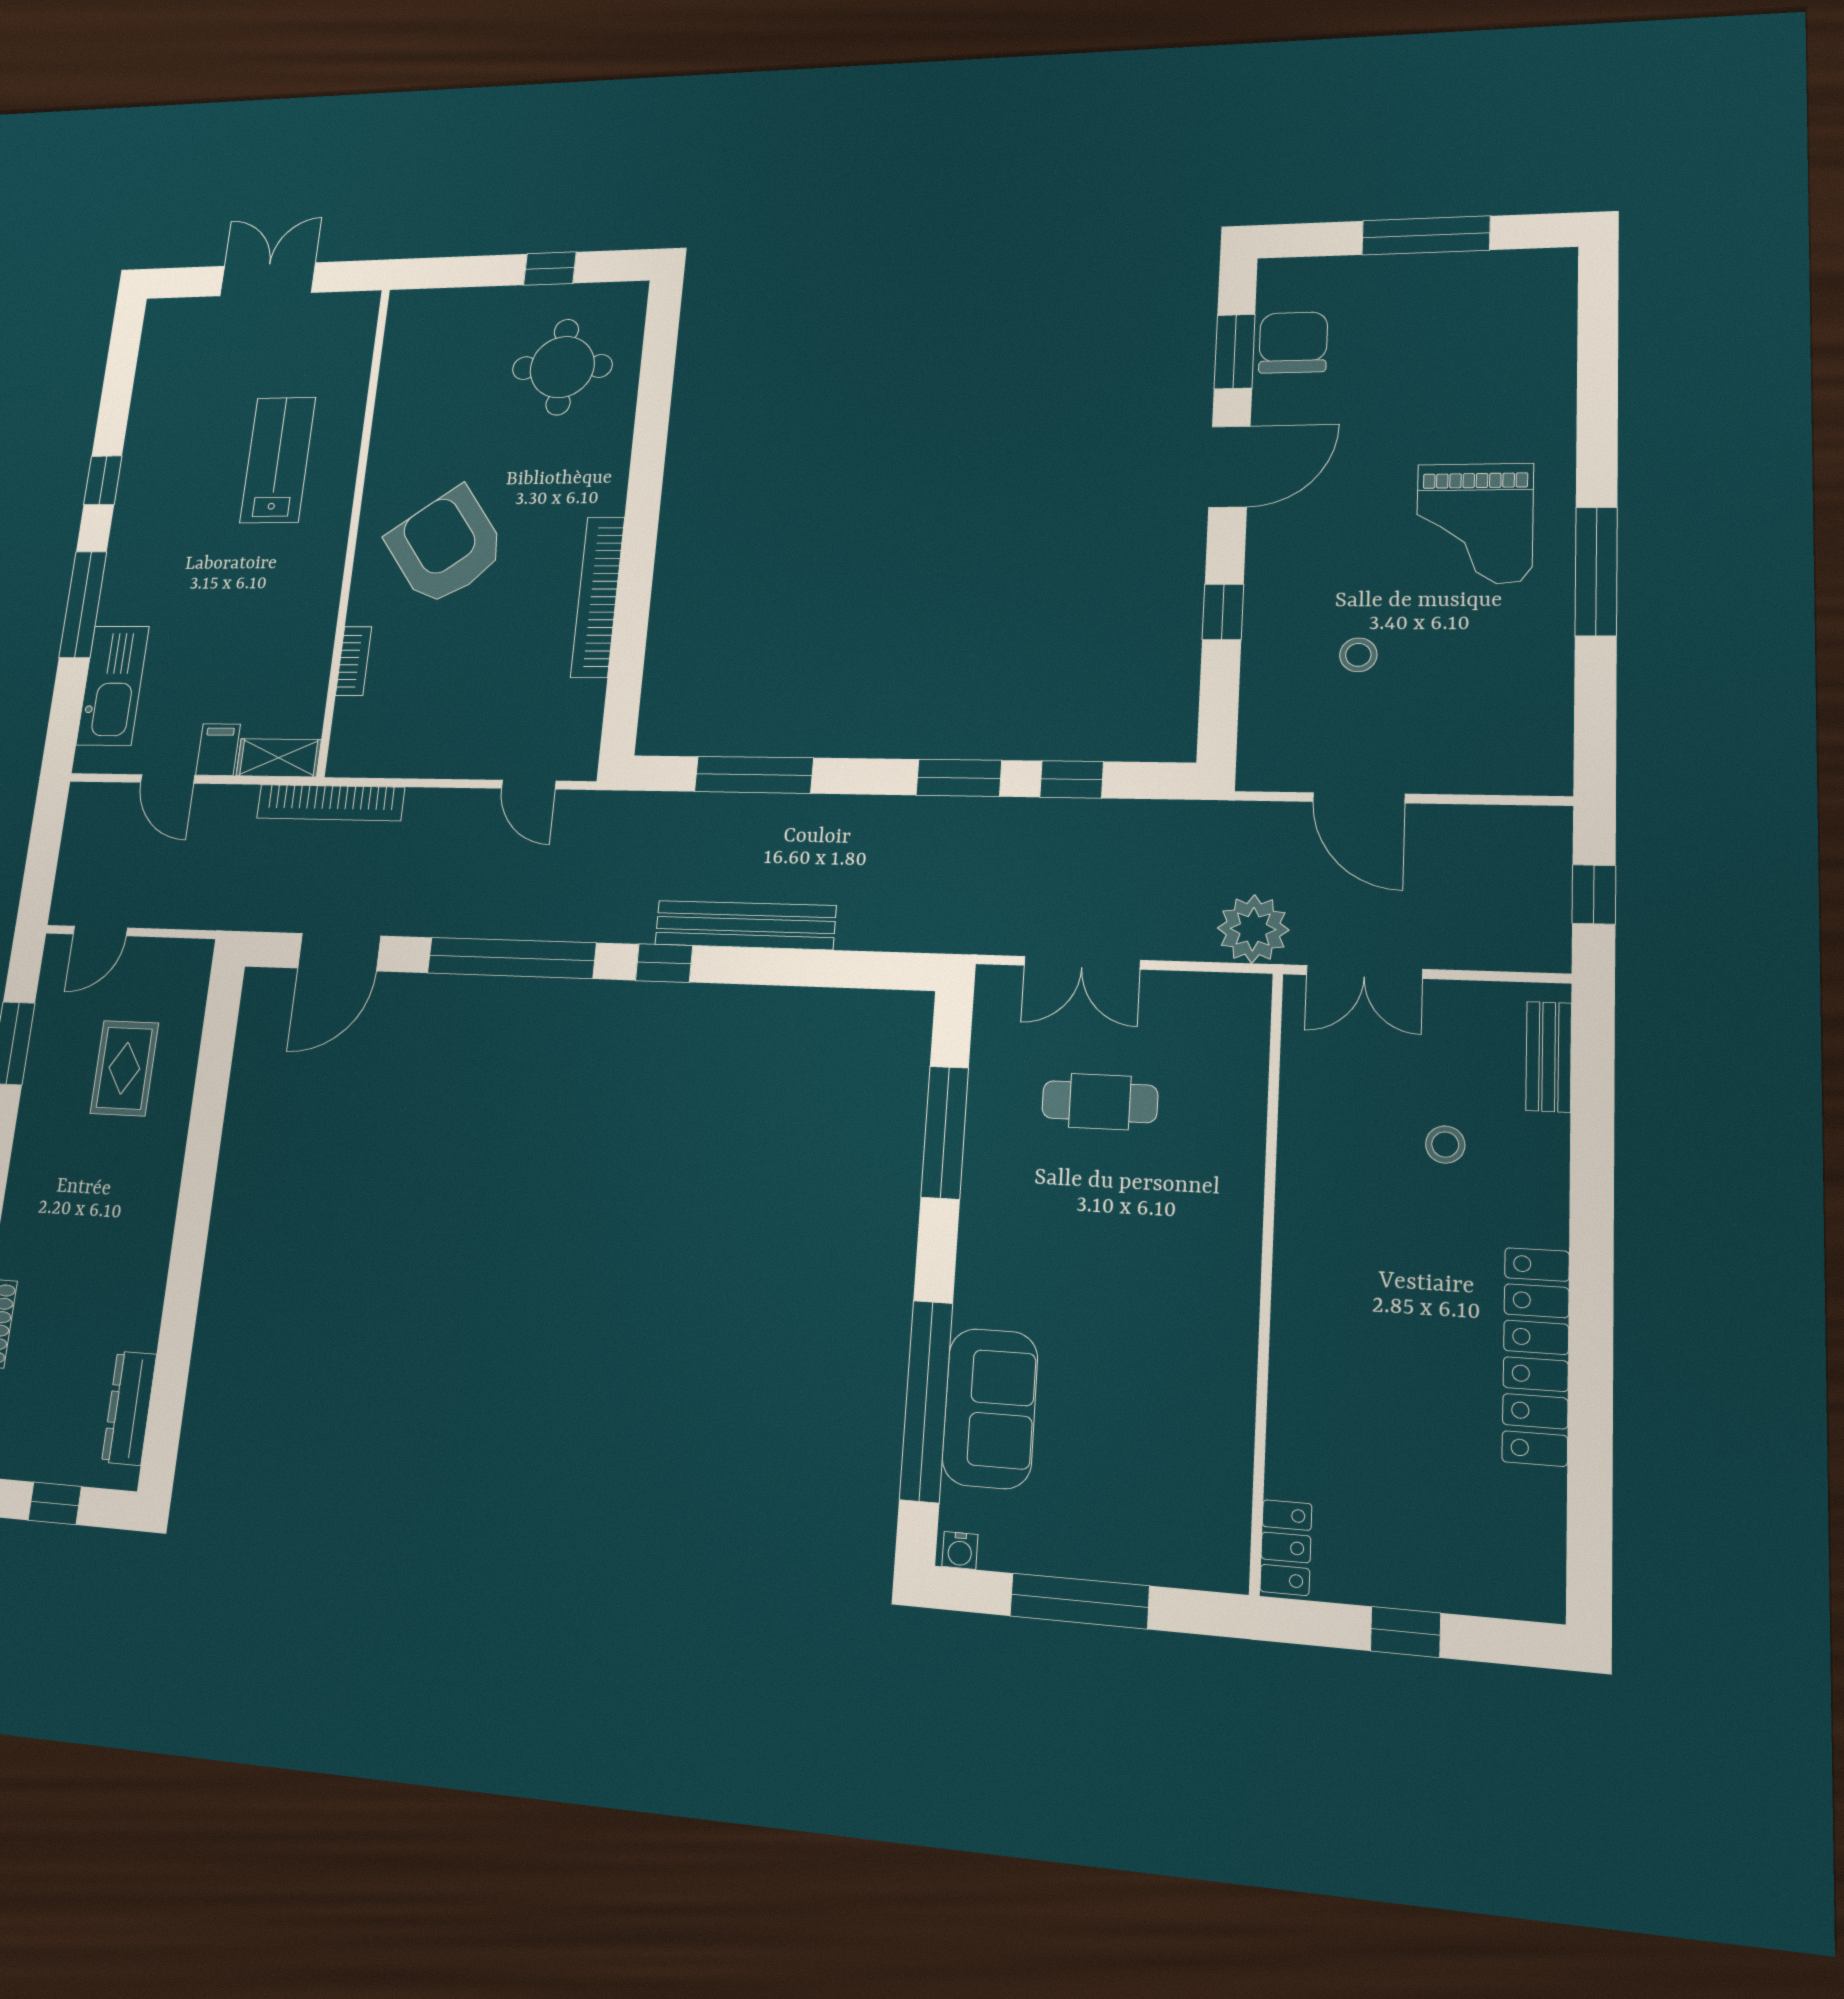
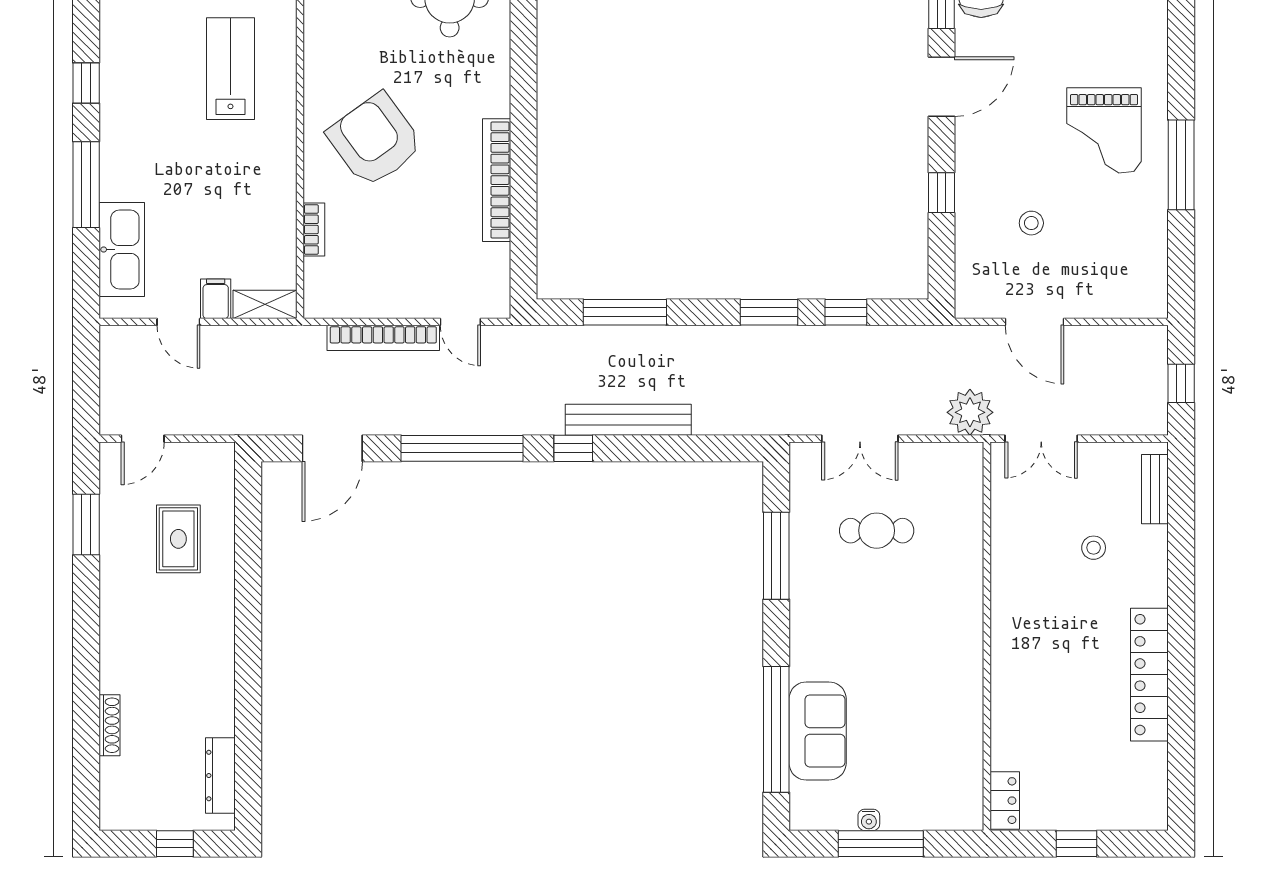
bookcase: (330, 803) -> (383, 338), moved
water cooler: (960, 1550) -> (869, 820), moved

